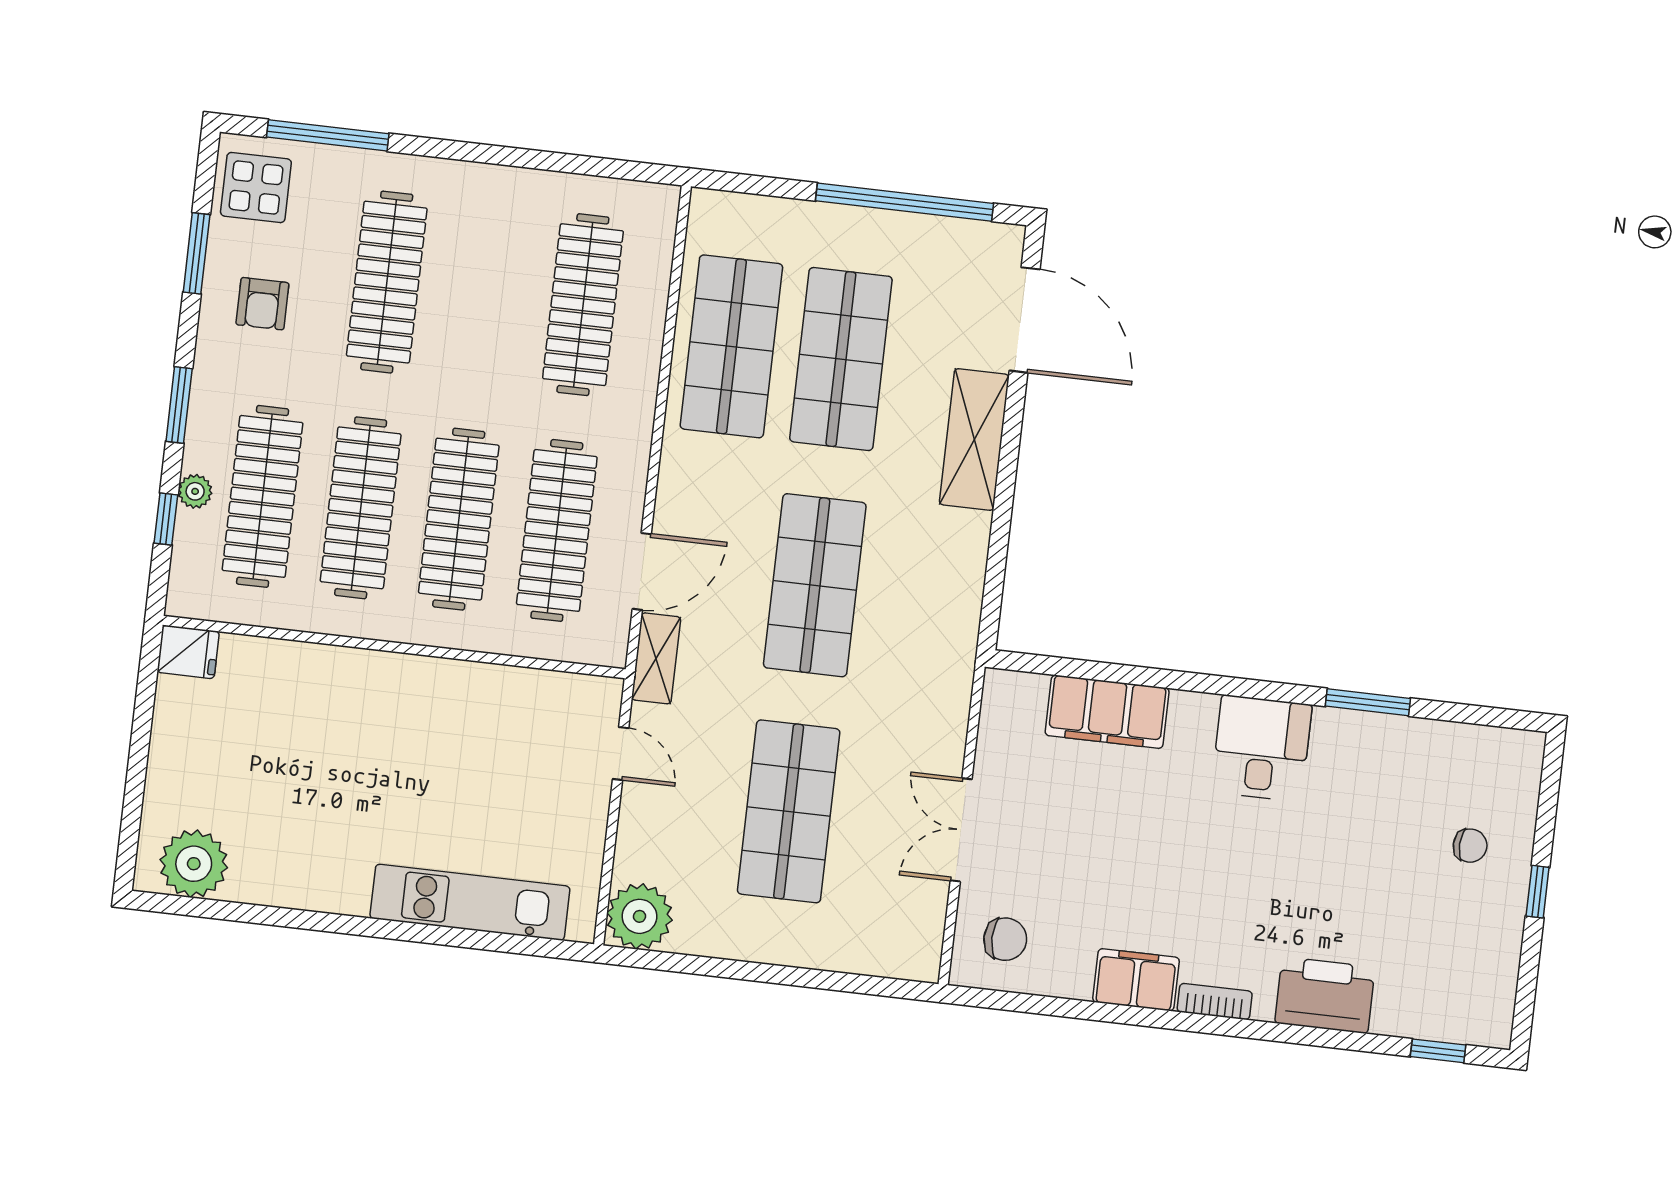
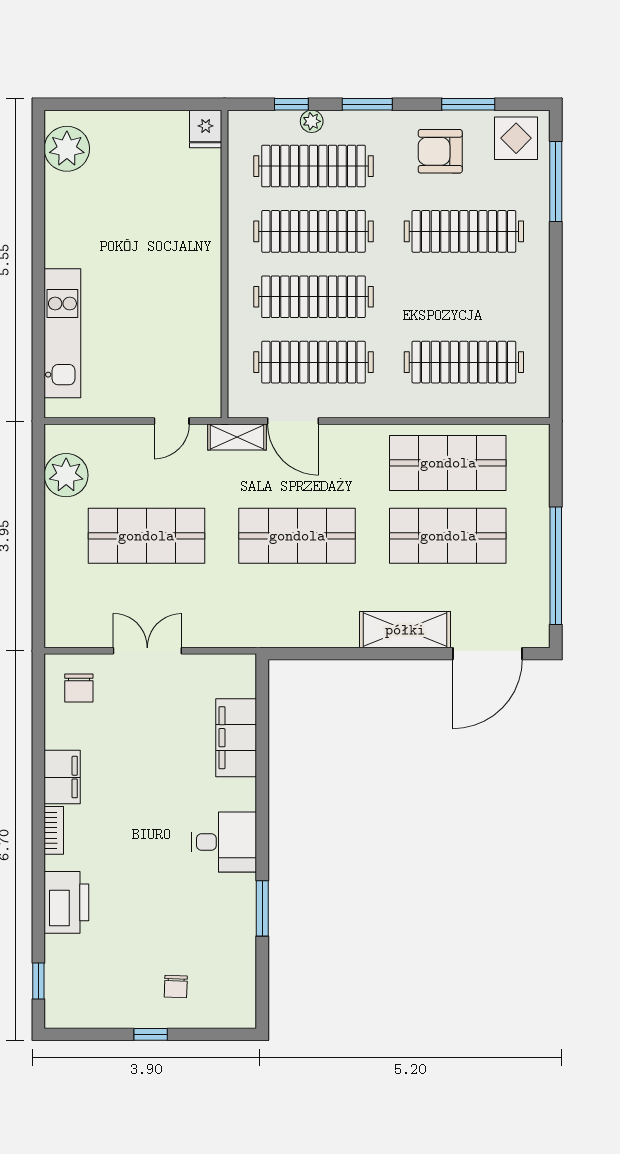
armchair: (262, 304) -> (440, 151), width x1.38, depth x1.38
plant: (639, 916) -> (66, 475), moved

